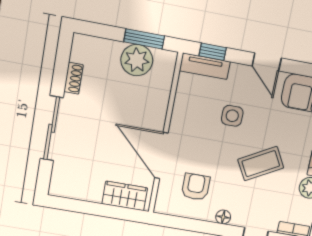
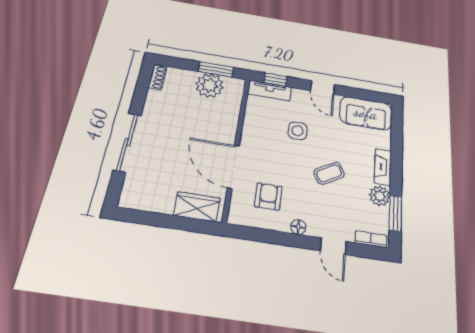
shoe rack: (74, 78) -> (157, 77), moved
coffee table: (261, 164) -> (329, 173), width x0.73, depth x0.77

